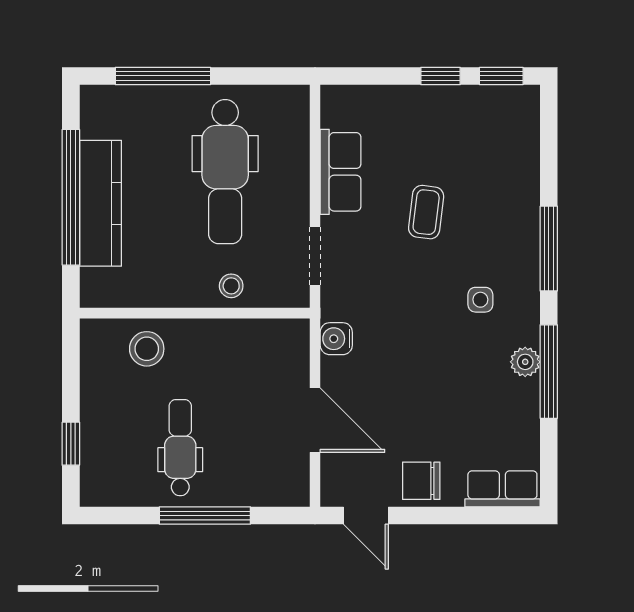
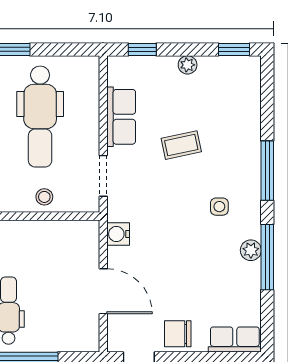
window: (440, 76) -> (142, 49), moved
plant: (435, 98) -> (188, 65), added
coffee table: (426, 212) -> (181, 145), turned 71

